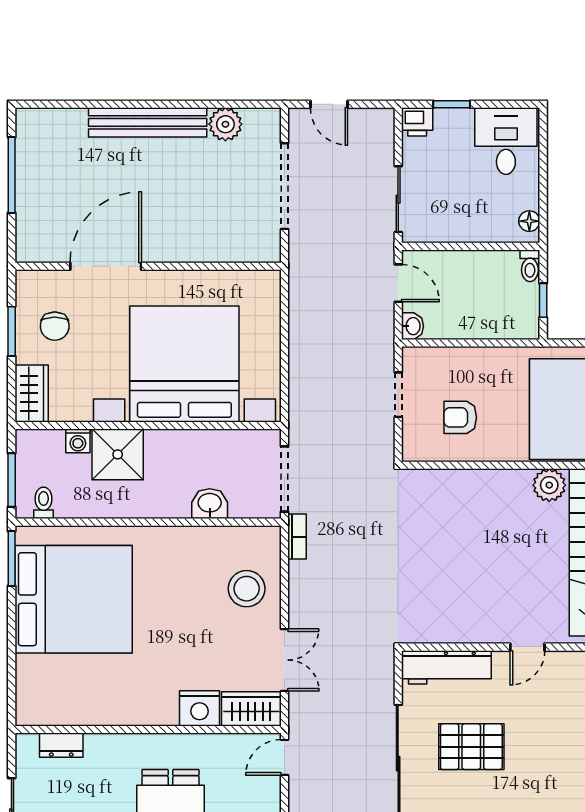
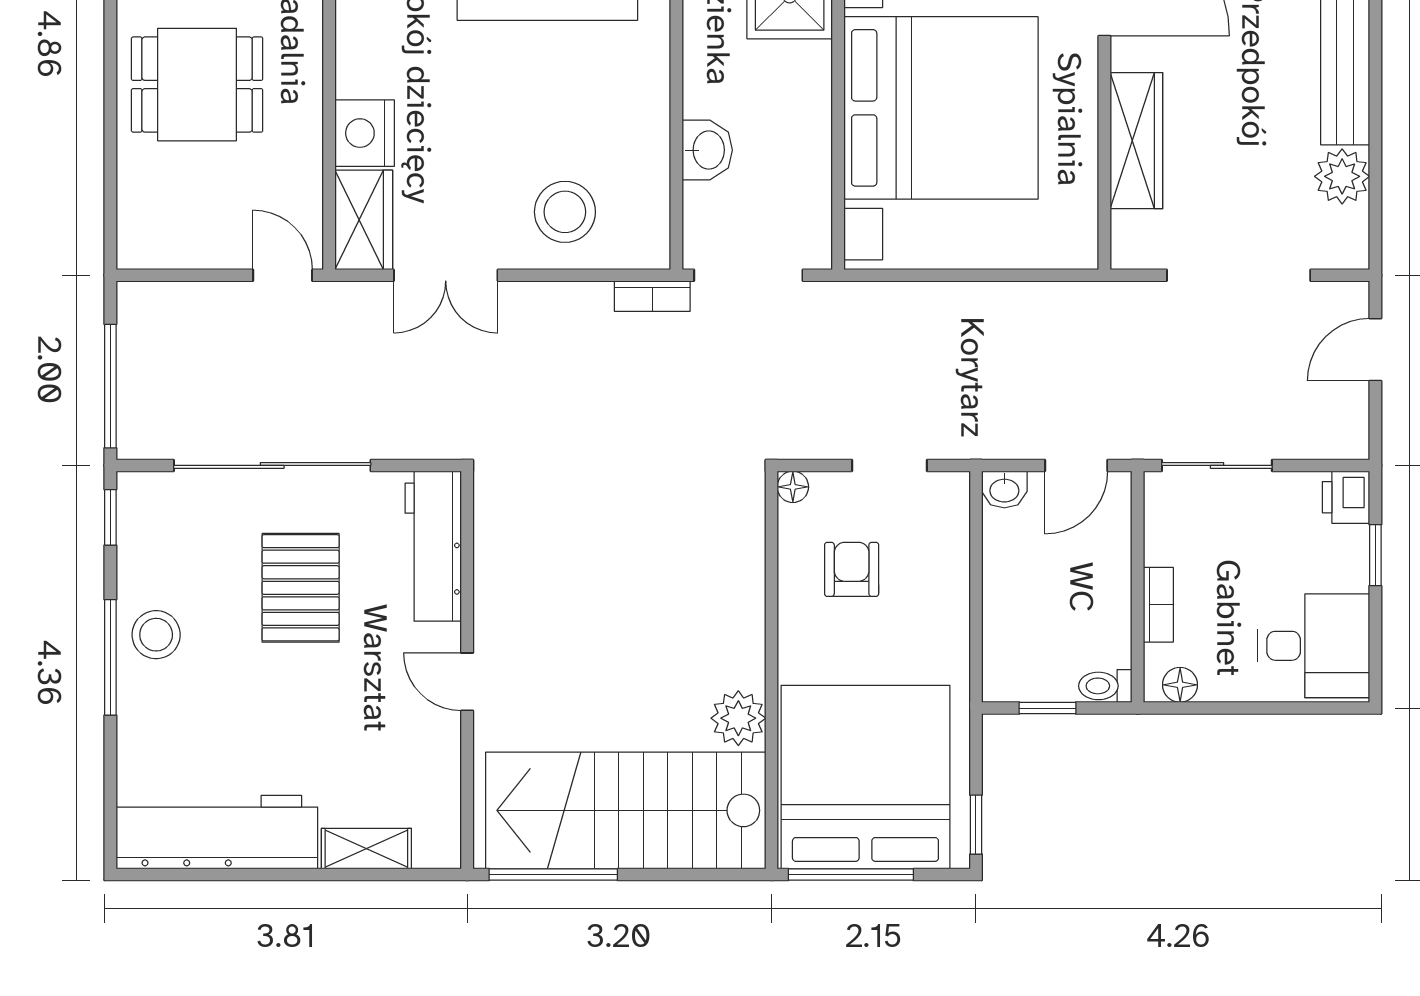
bookcase: (481, 234) -> (1158, 605), added
wardrobe: (204, 247) -> (1136, 141), added
floor lamp: (411, 452) -> (793, 487), added

